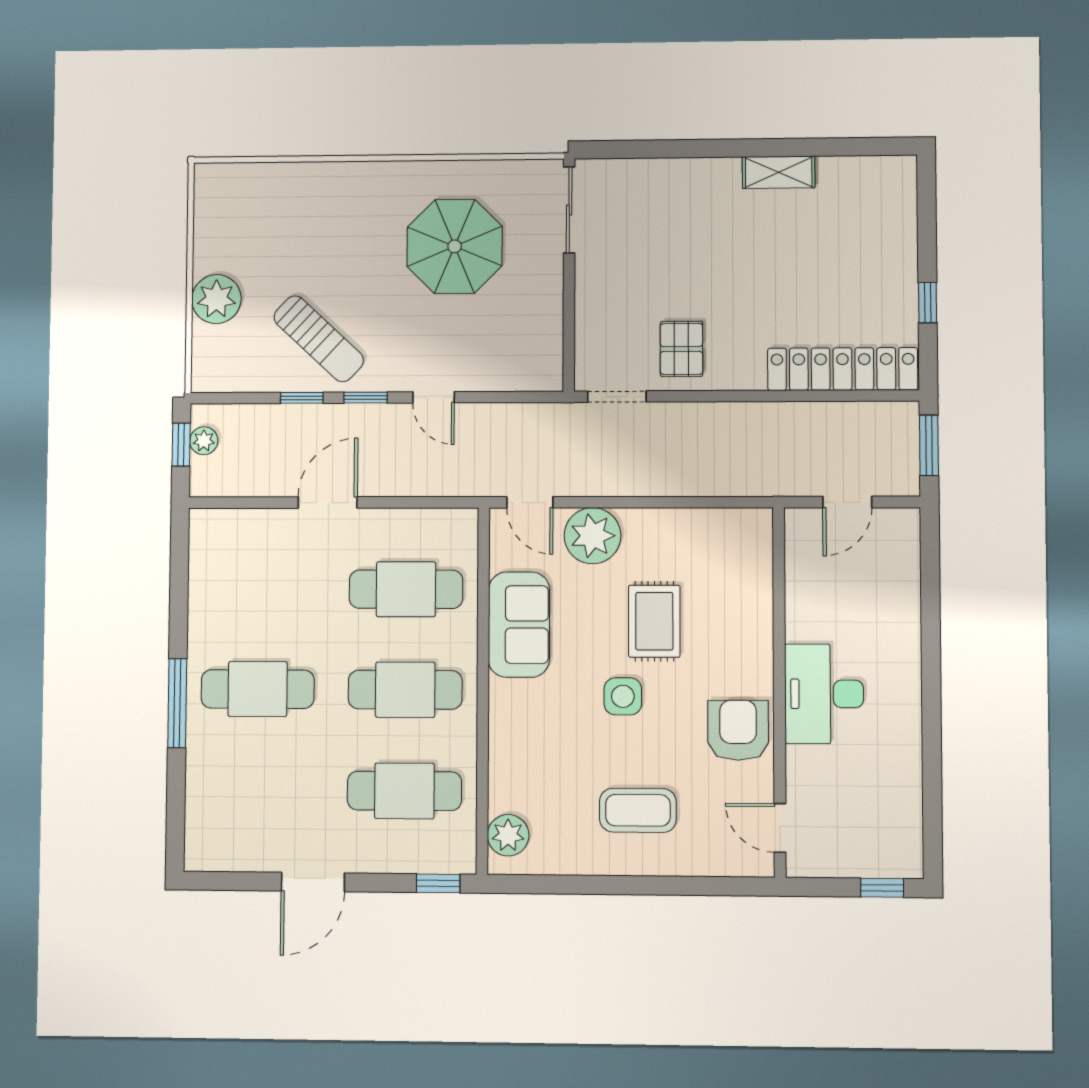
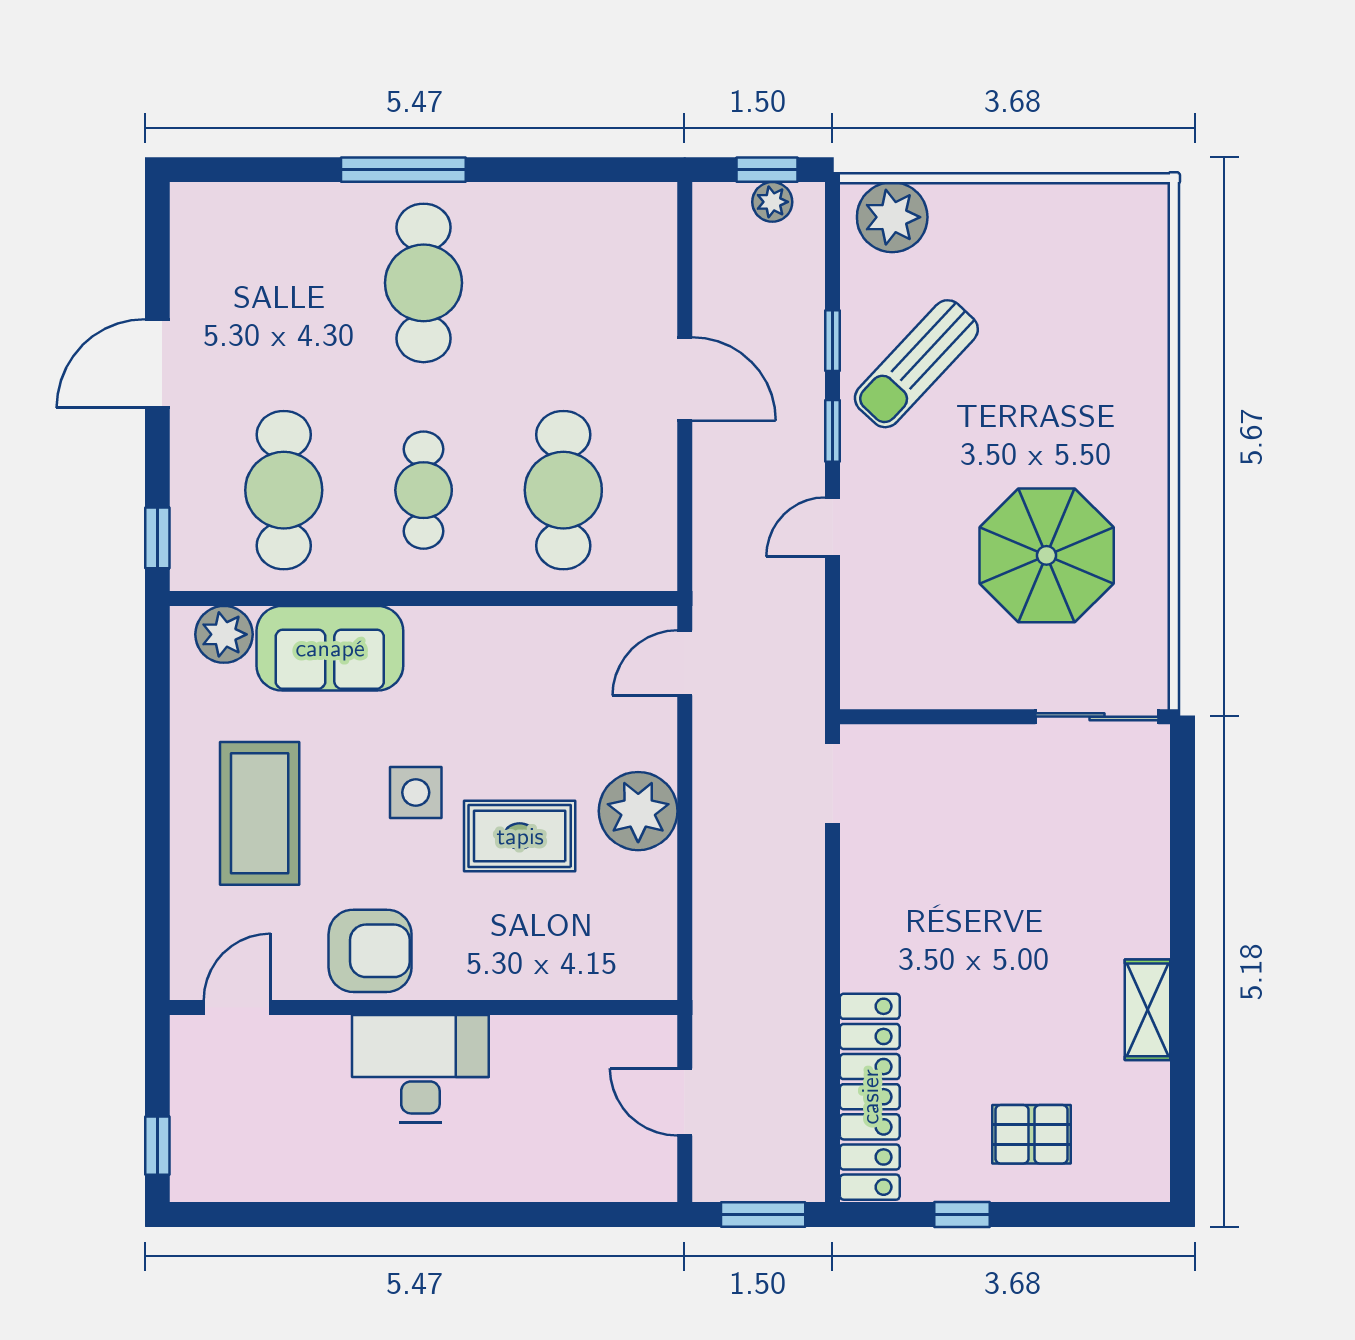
plant: (216, 299) -> (892, 217), moved
pallet: (681, 349) -> (1032, 1134), moved
plant: (593, 536) -> (638, 811), moved
sofa: (519, 625) -> (330, 648), moved
cafe table: (405, 690) -> (424, 490), width x0.73, depth x0.74
coffee table: (638, 810) -> (260, 813), width x1.36, depth x1.32
door: (313, 882) -> (157, 364), hinge flipped

